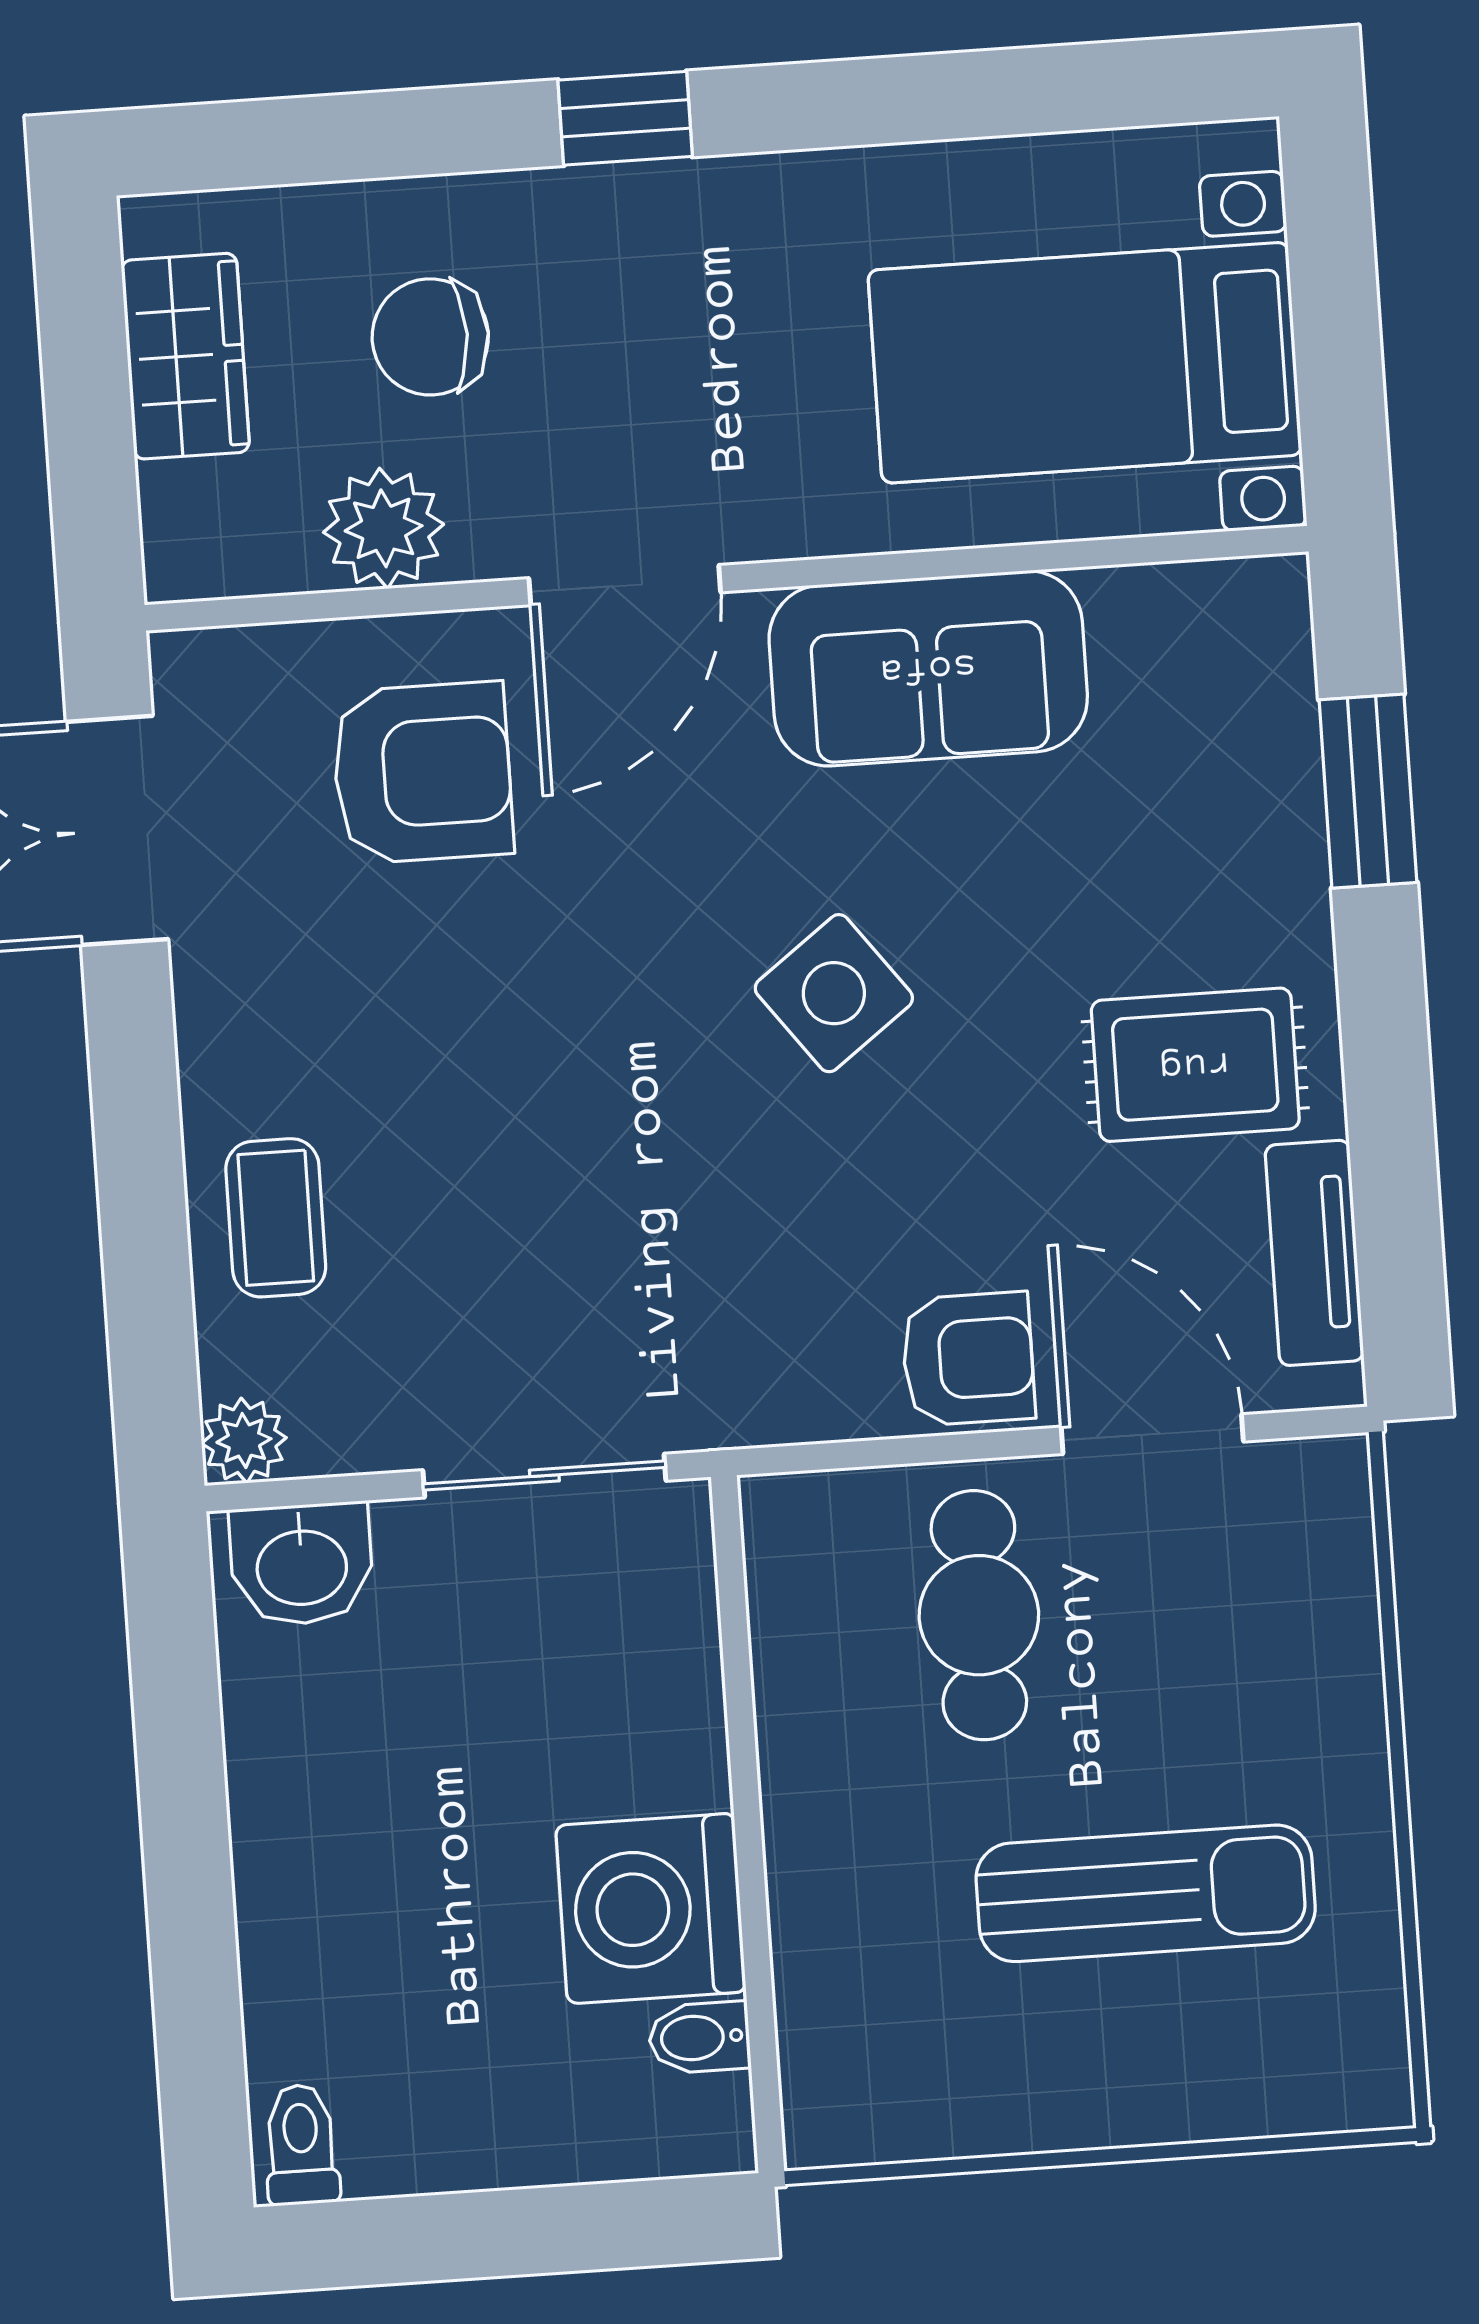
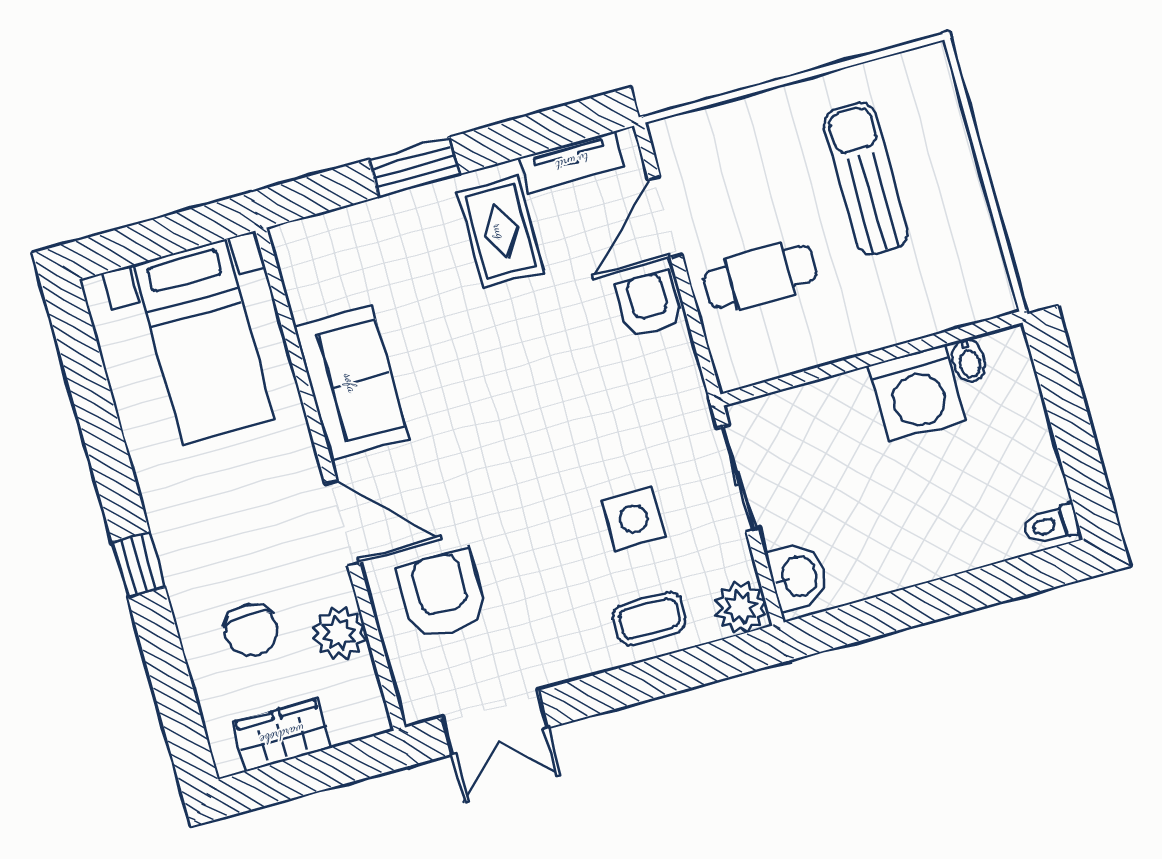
window: (1368, 791) -> (414, 167), moved
side table: (834, 993) -> (634, 519), moved, turned 37
plant: (244, 1440) -> (741, 608), width x1.38, depth x1.38

